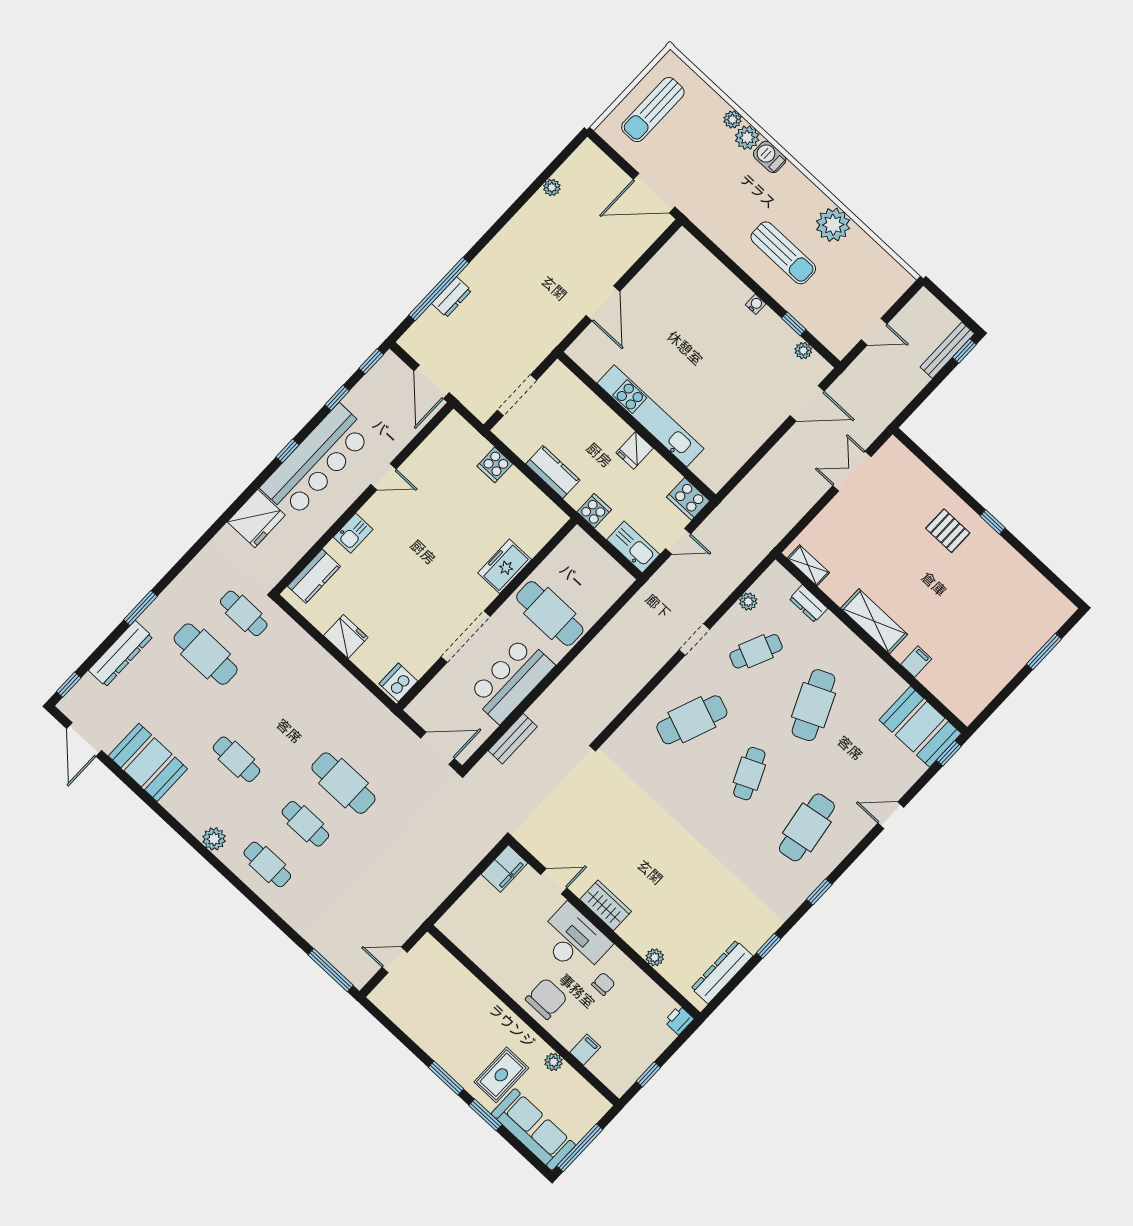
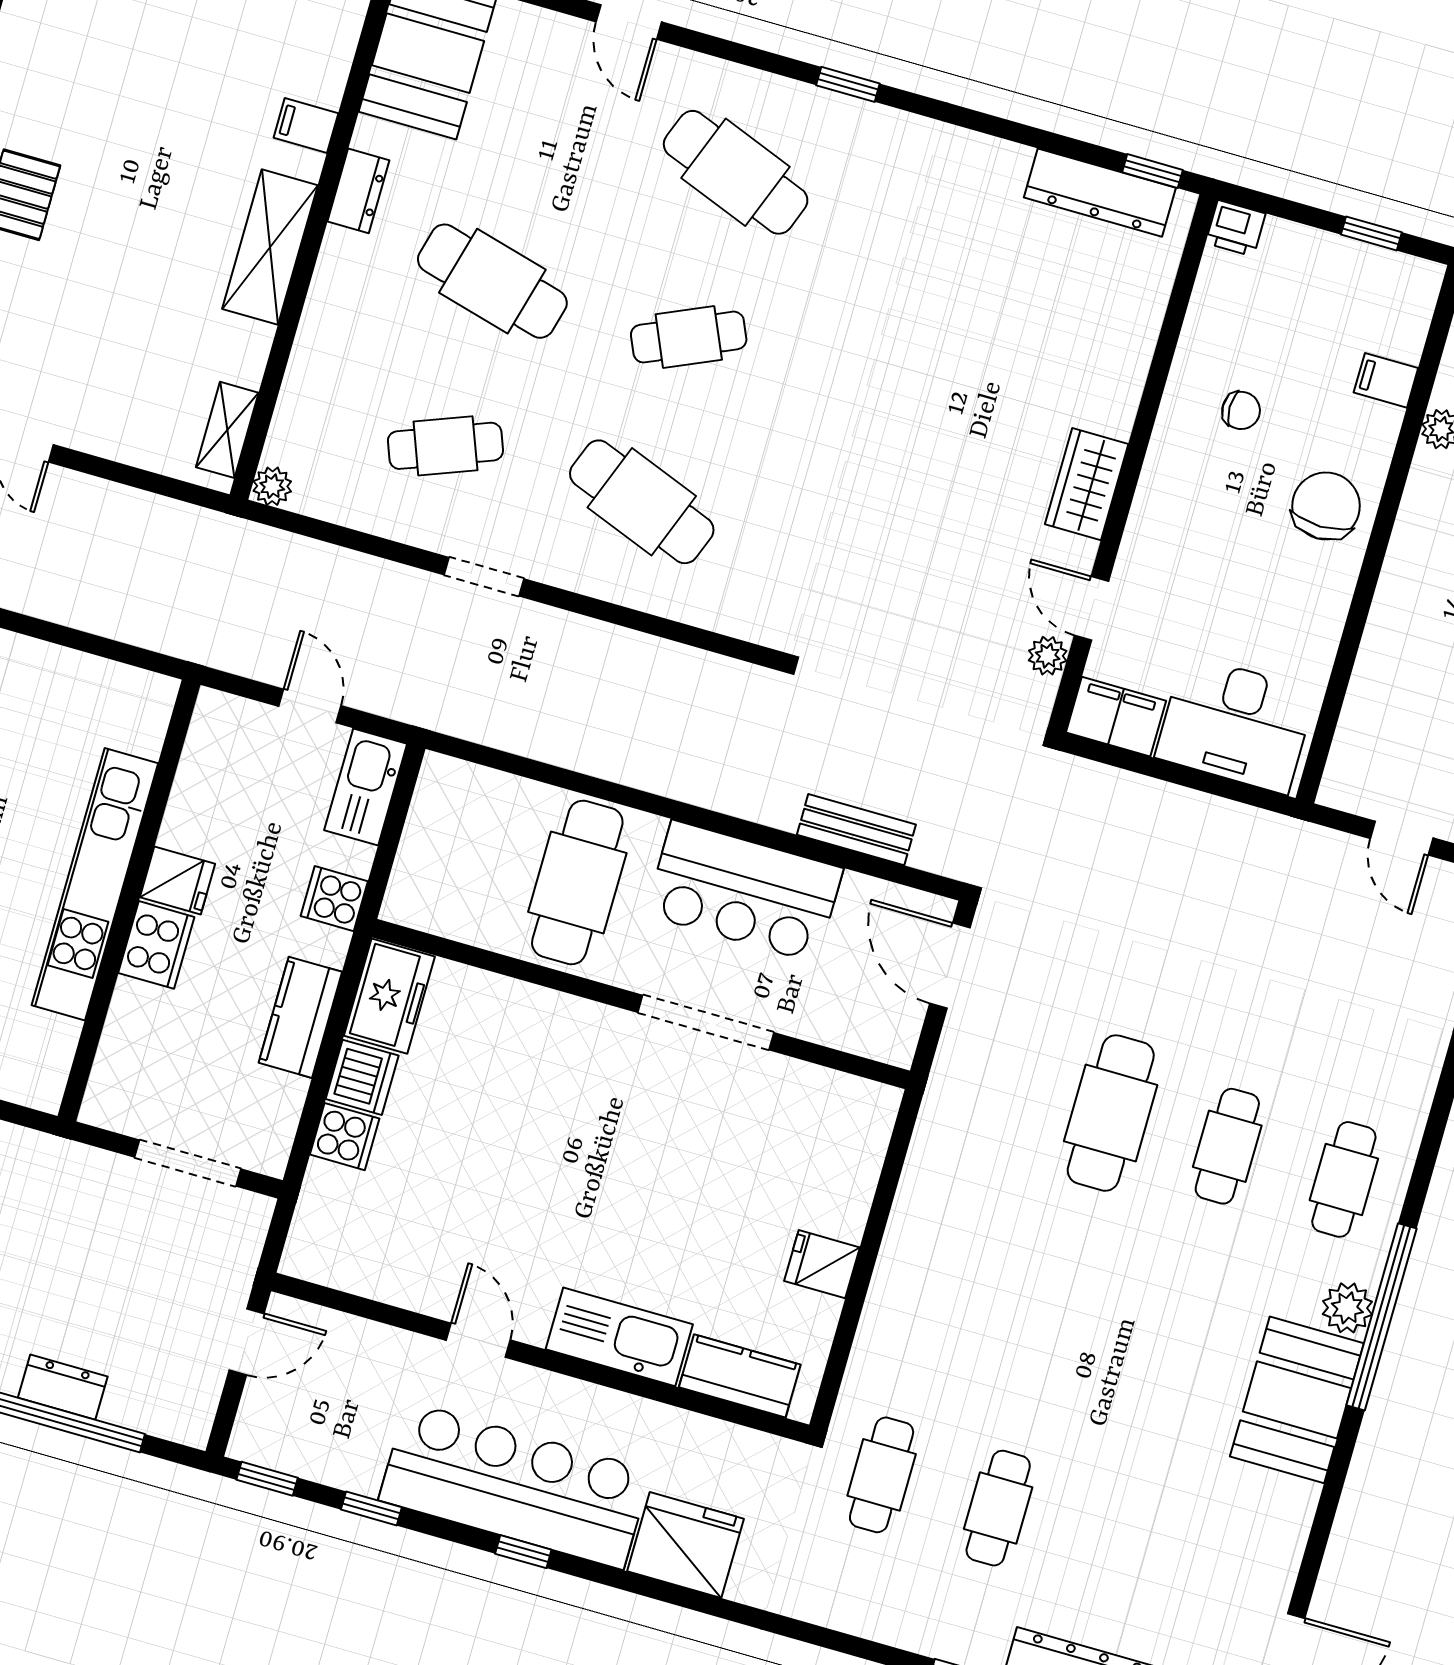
door: (432, 382) -> (247, 1342), width x0.73
cooker: (688, 499) -> (156, 945), moved
kitchen sink: (353, 533) -> (619, 1337), width x1.88, depth x1.24
freezer: (505, 566) -> (389, 996), moved, turned -90
plant: (748, 602) -> (272, 486), moved
dresser: (808, 604) -> (358, 191), moved
fridge: (346, 637) -> (822, 1264), width x0.72
cafe table: (756, 651) -> (445, 446), turned -45
cafe table: (206, 654) -> (998, 1508), width x0.73, depth x0.74
dishwasher: (398, 682) -> (362, 1077), moved, turned -90
cafe table: (813, 705) -> (492, 281), turned 39
cafe table: (236, 759) -> (1171, 1344), removed
booth: (148, 762) -> (1297, 1400), moved
cafe table: (807, 827) -> (736, 172), turned 30
window: (203, 851) -> (1381, 1317), added
desk: (574, 940) -> (1236, 724), moved, turned -90
window: (769, 946) -> (1152, 171), moved
plant: (655, 957) -> (1048, 656), moved
chair: (603, 984) -> (1241, 410), turned 180
chair: (546, 999) -> (1326, 506), turned 90

